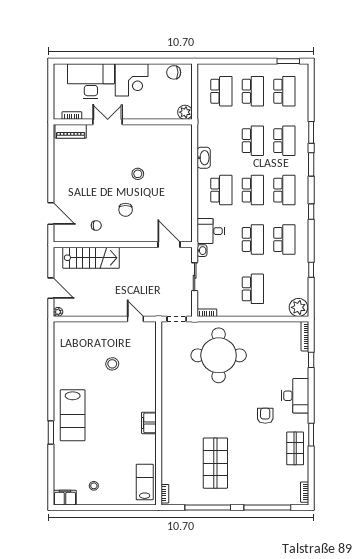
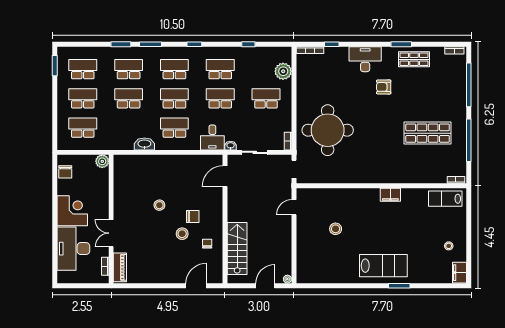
stool: (107, 198) -> (182, 234), added
plant: (298, 307) -> (283, 71), moved

